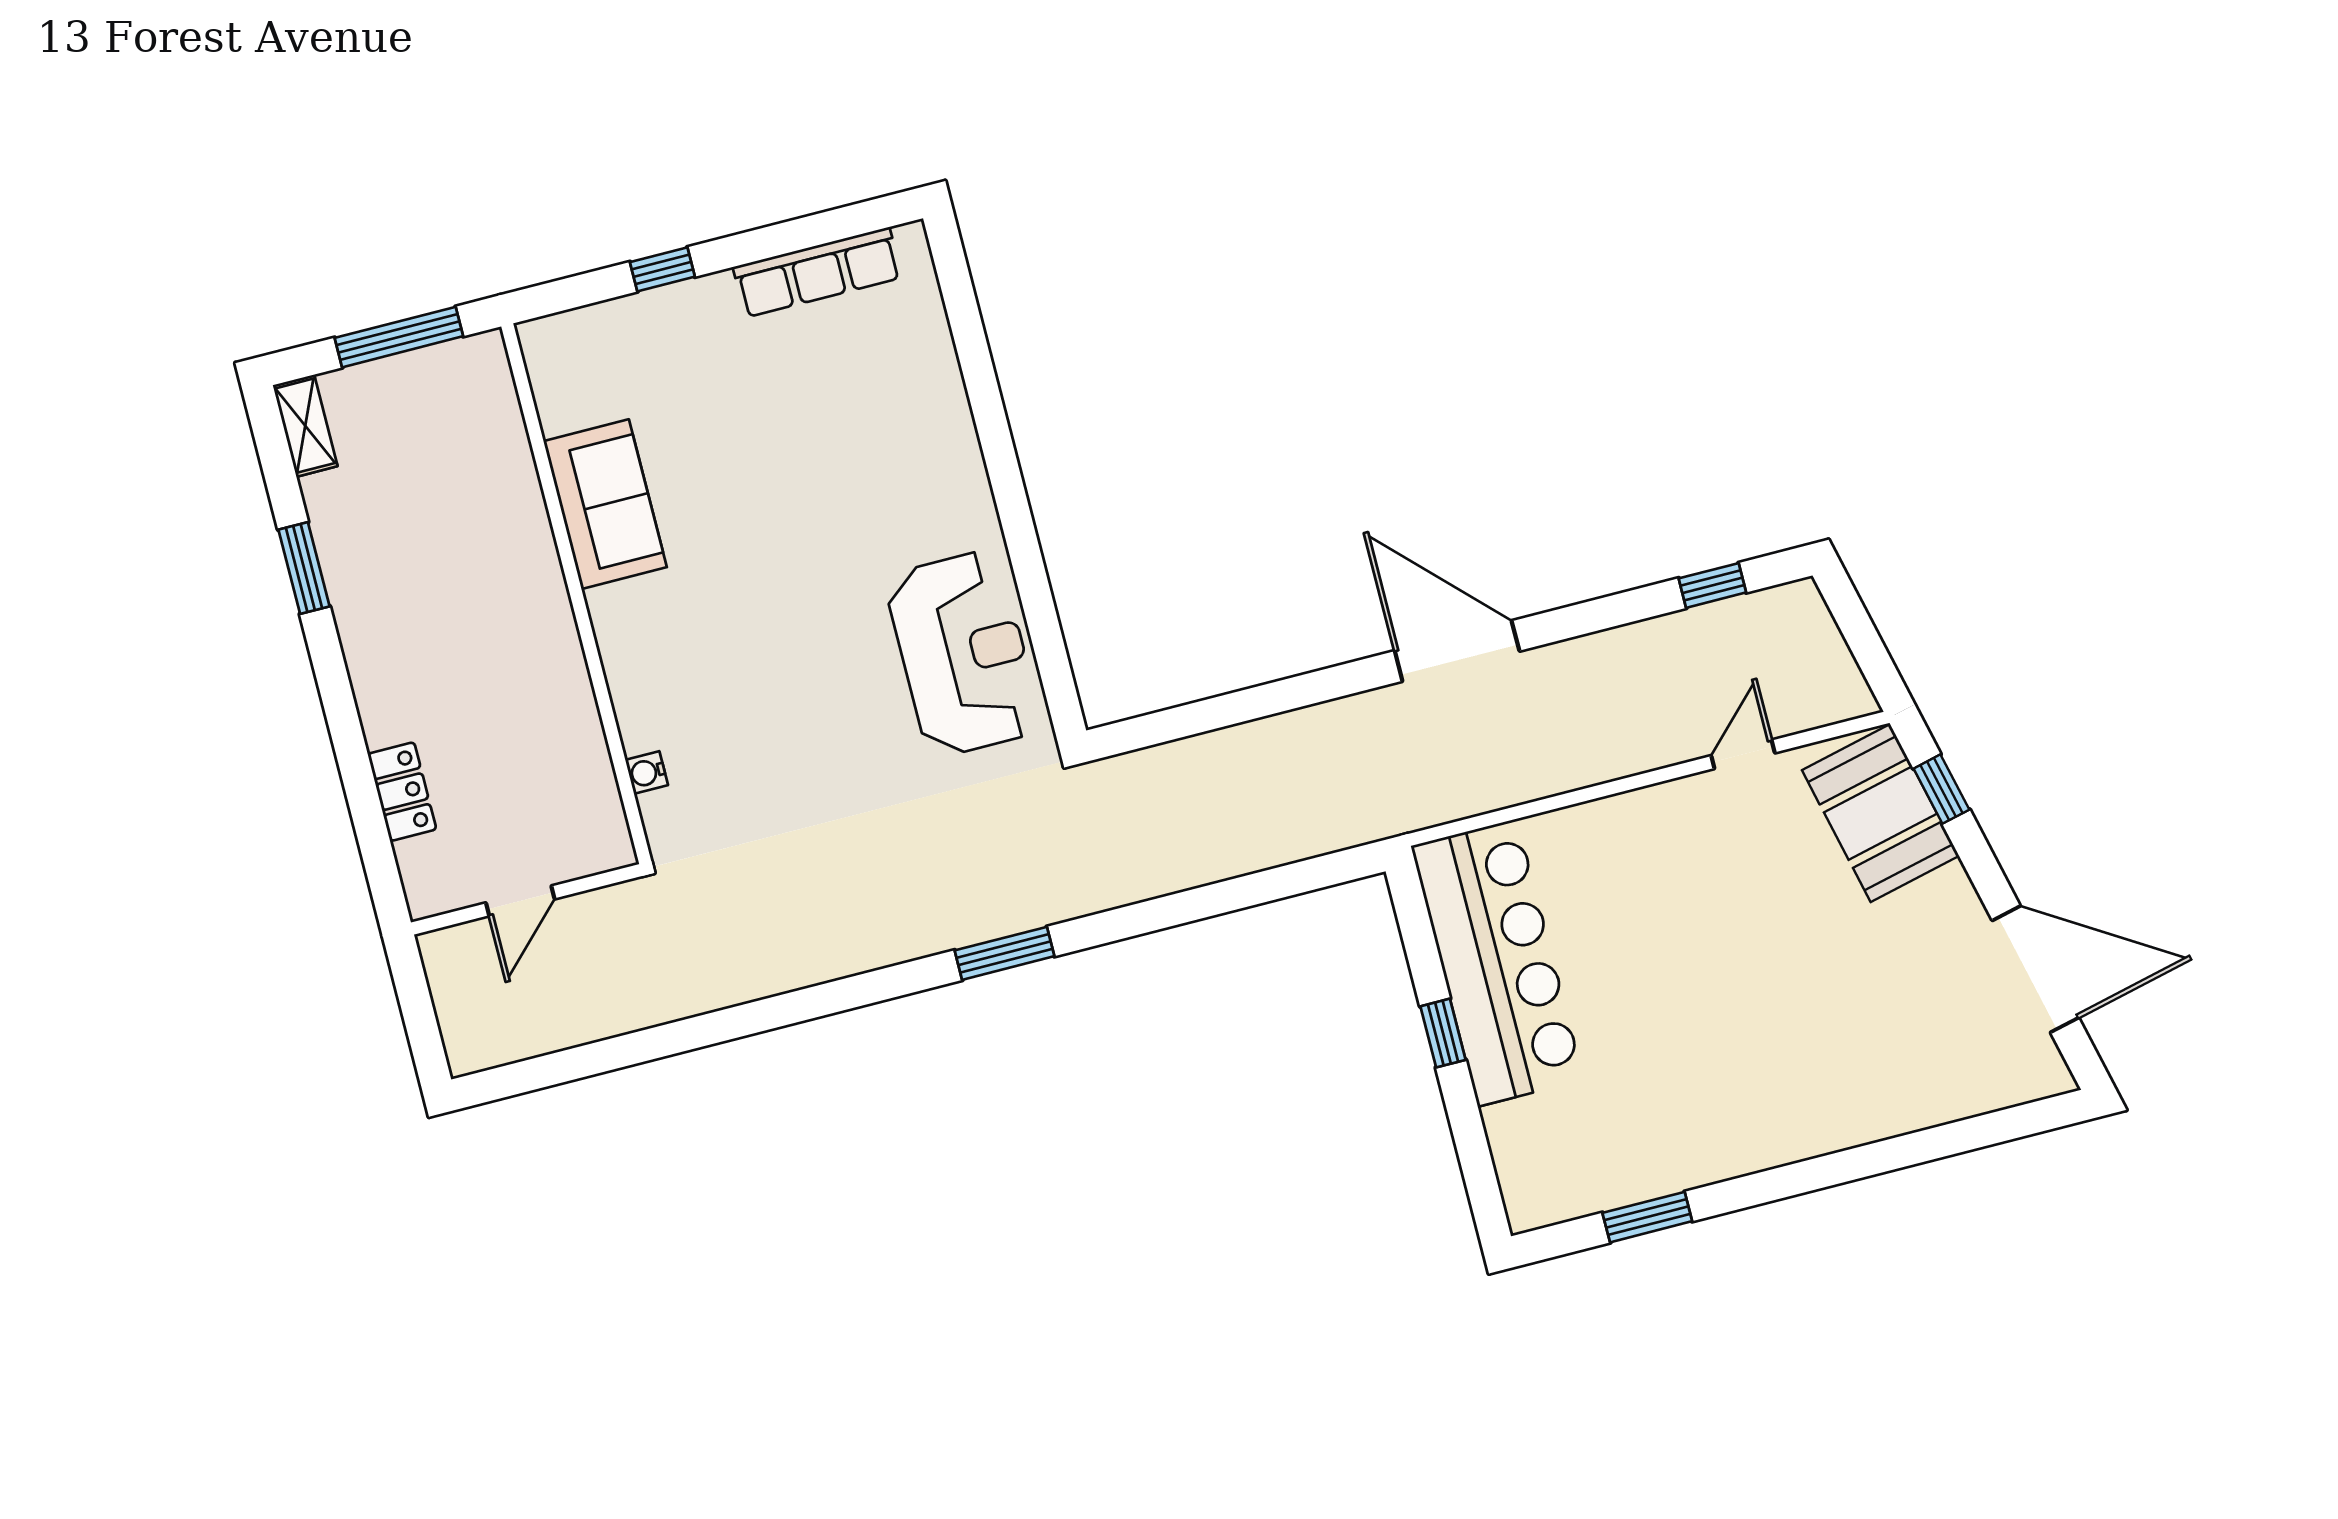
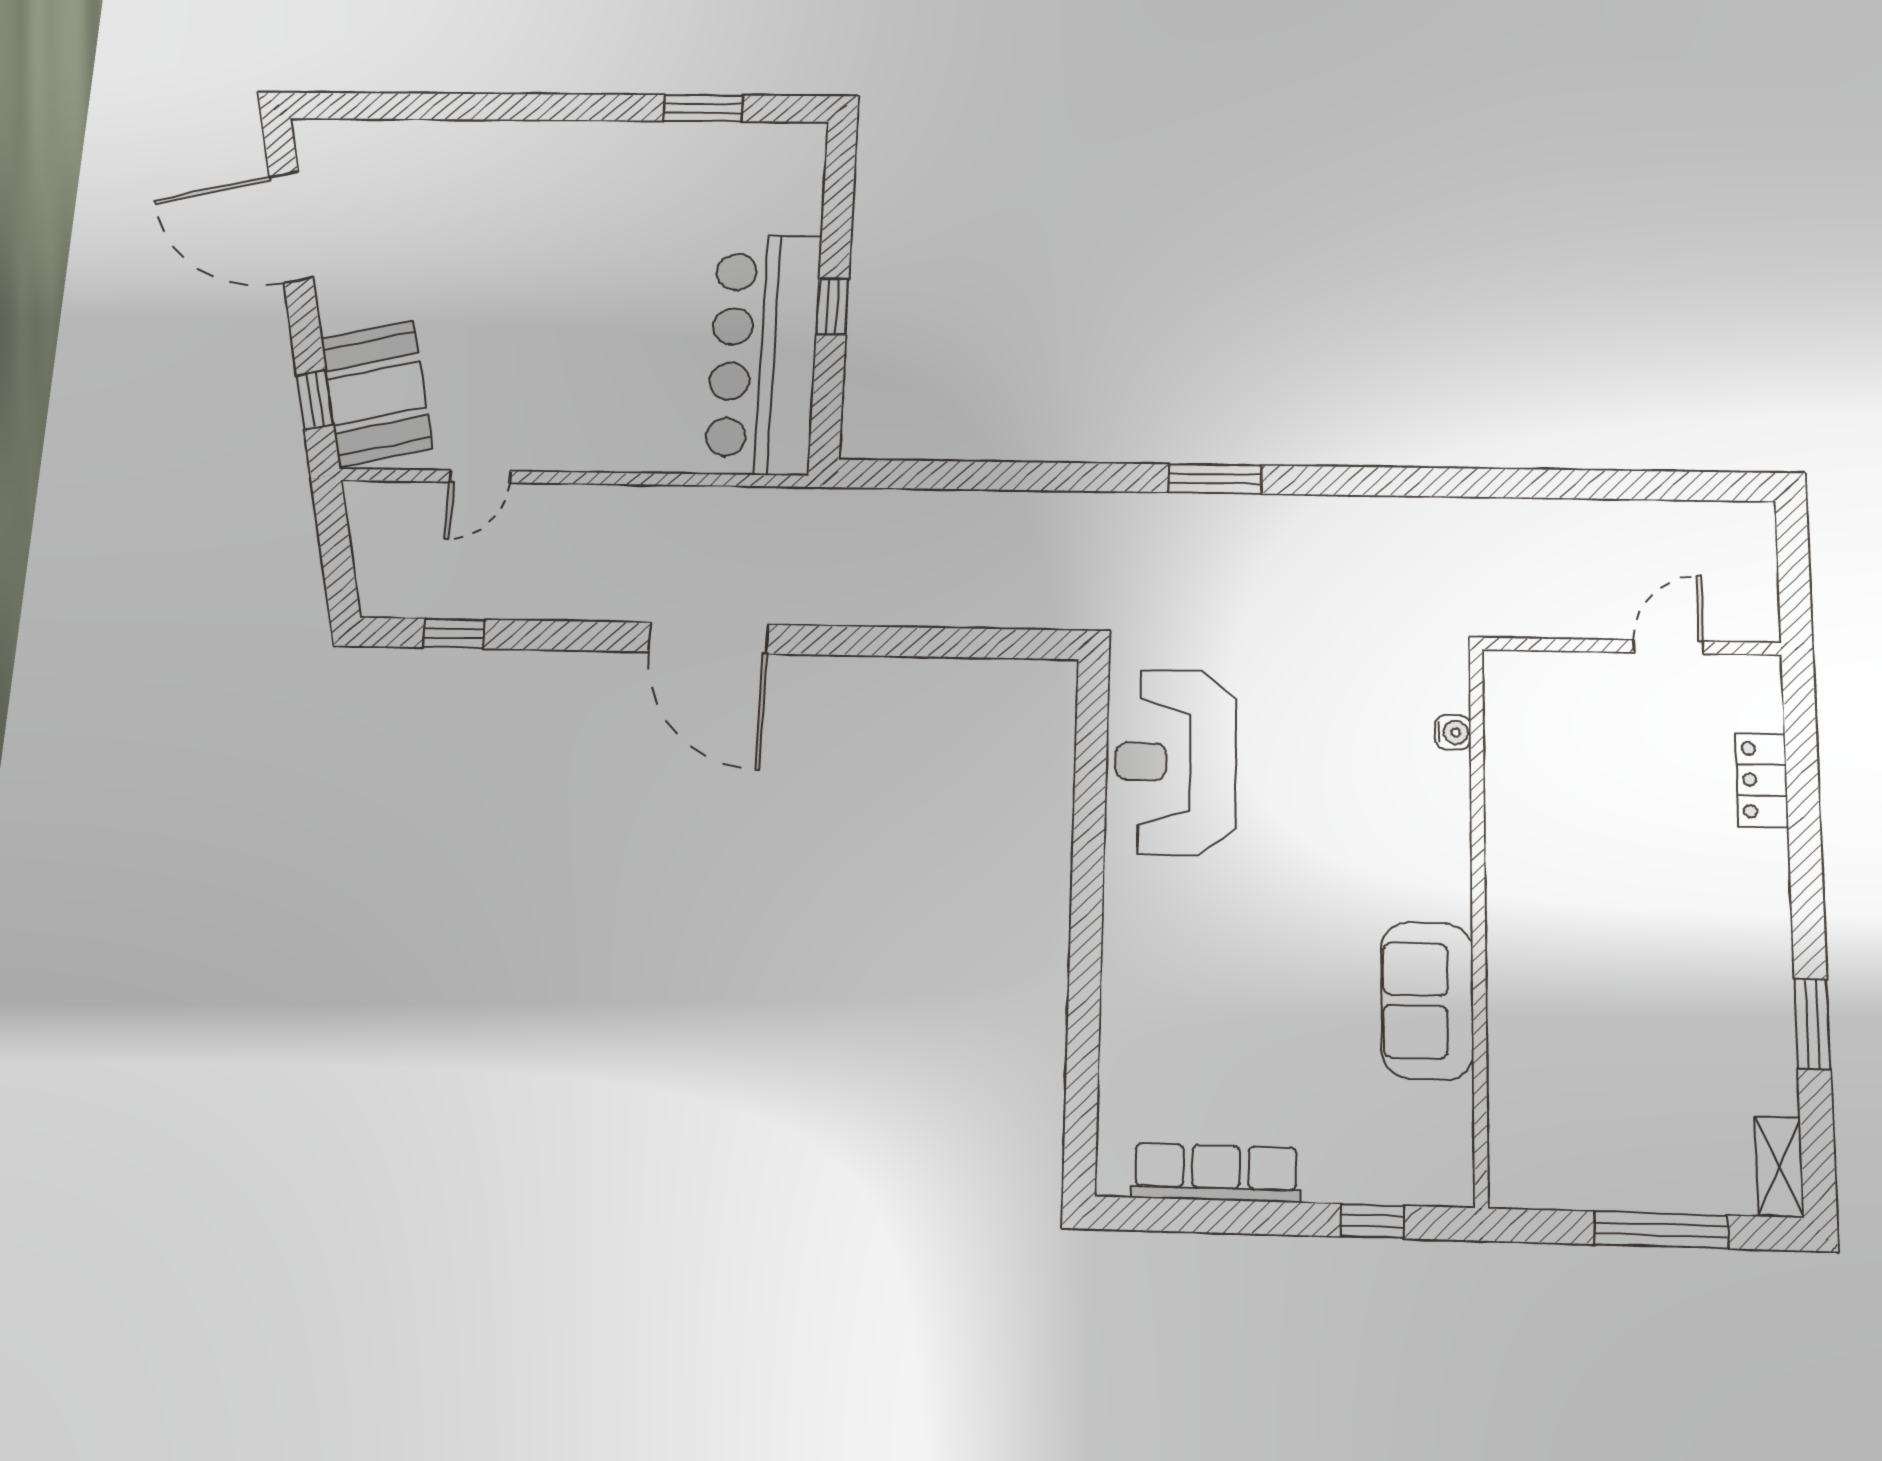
sofa: (605, 504) -> (1427, 1001), moved
wall: (576, 594) -> (1479, 921), moved
water cooler: (647, 773) -> (1453, 732), moved

